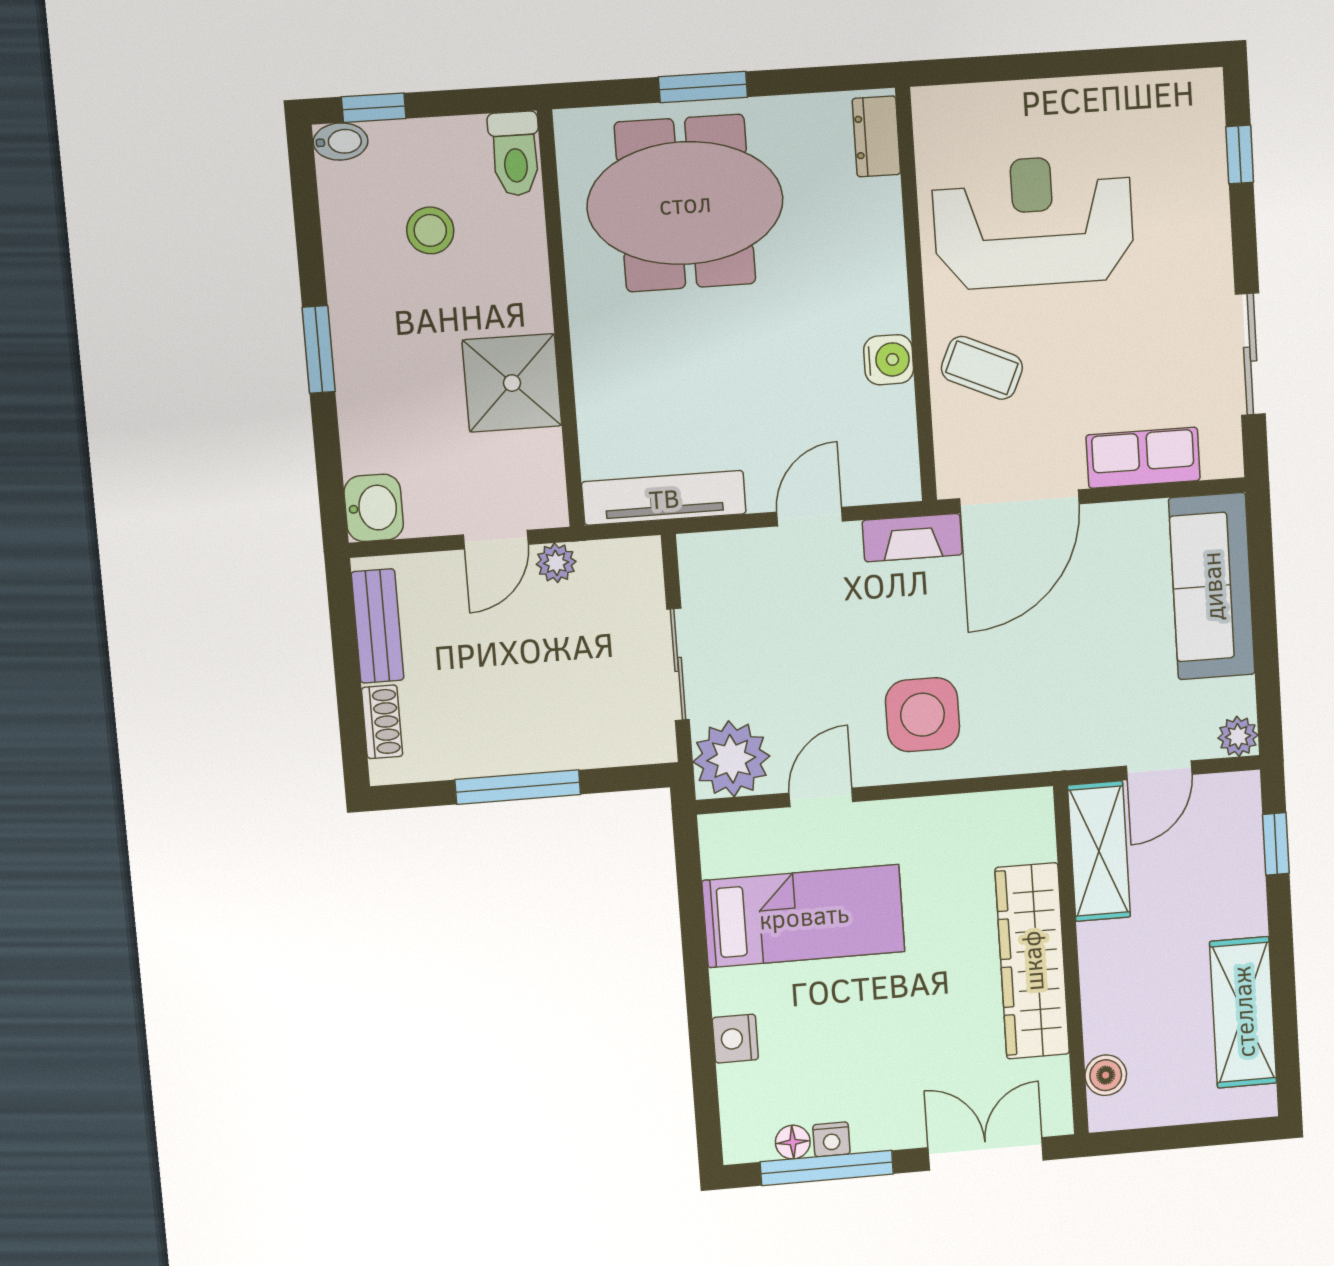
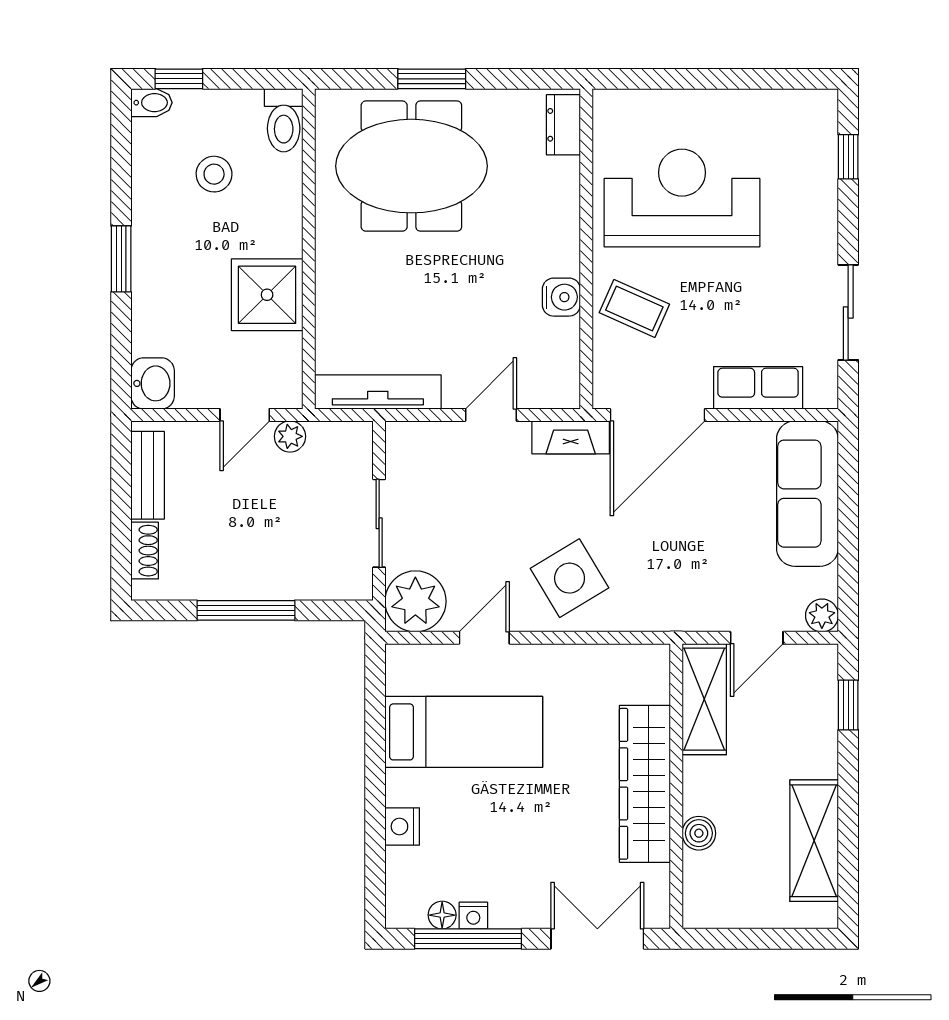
side table: (922, 715) -> (570, 578), turned -31
boiler: (1106, 1075) -> (699, 833), moved

